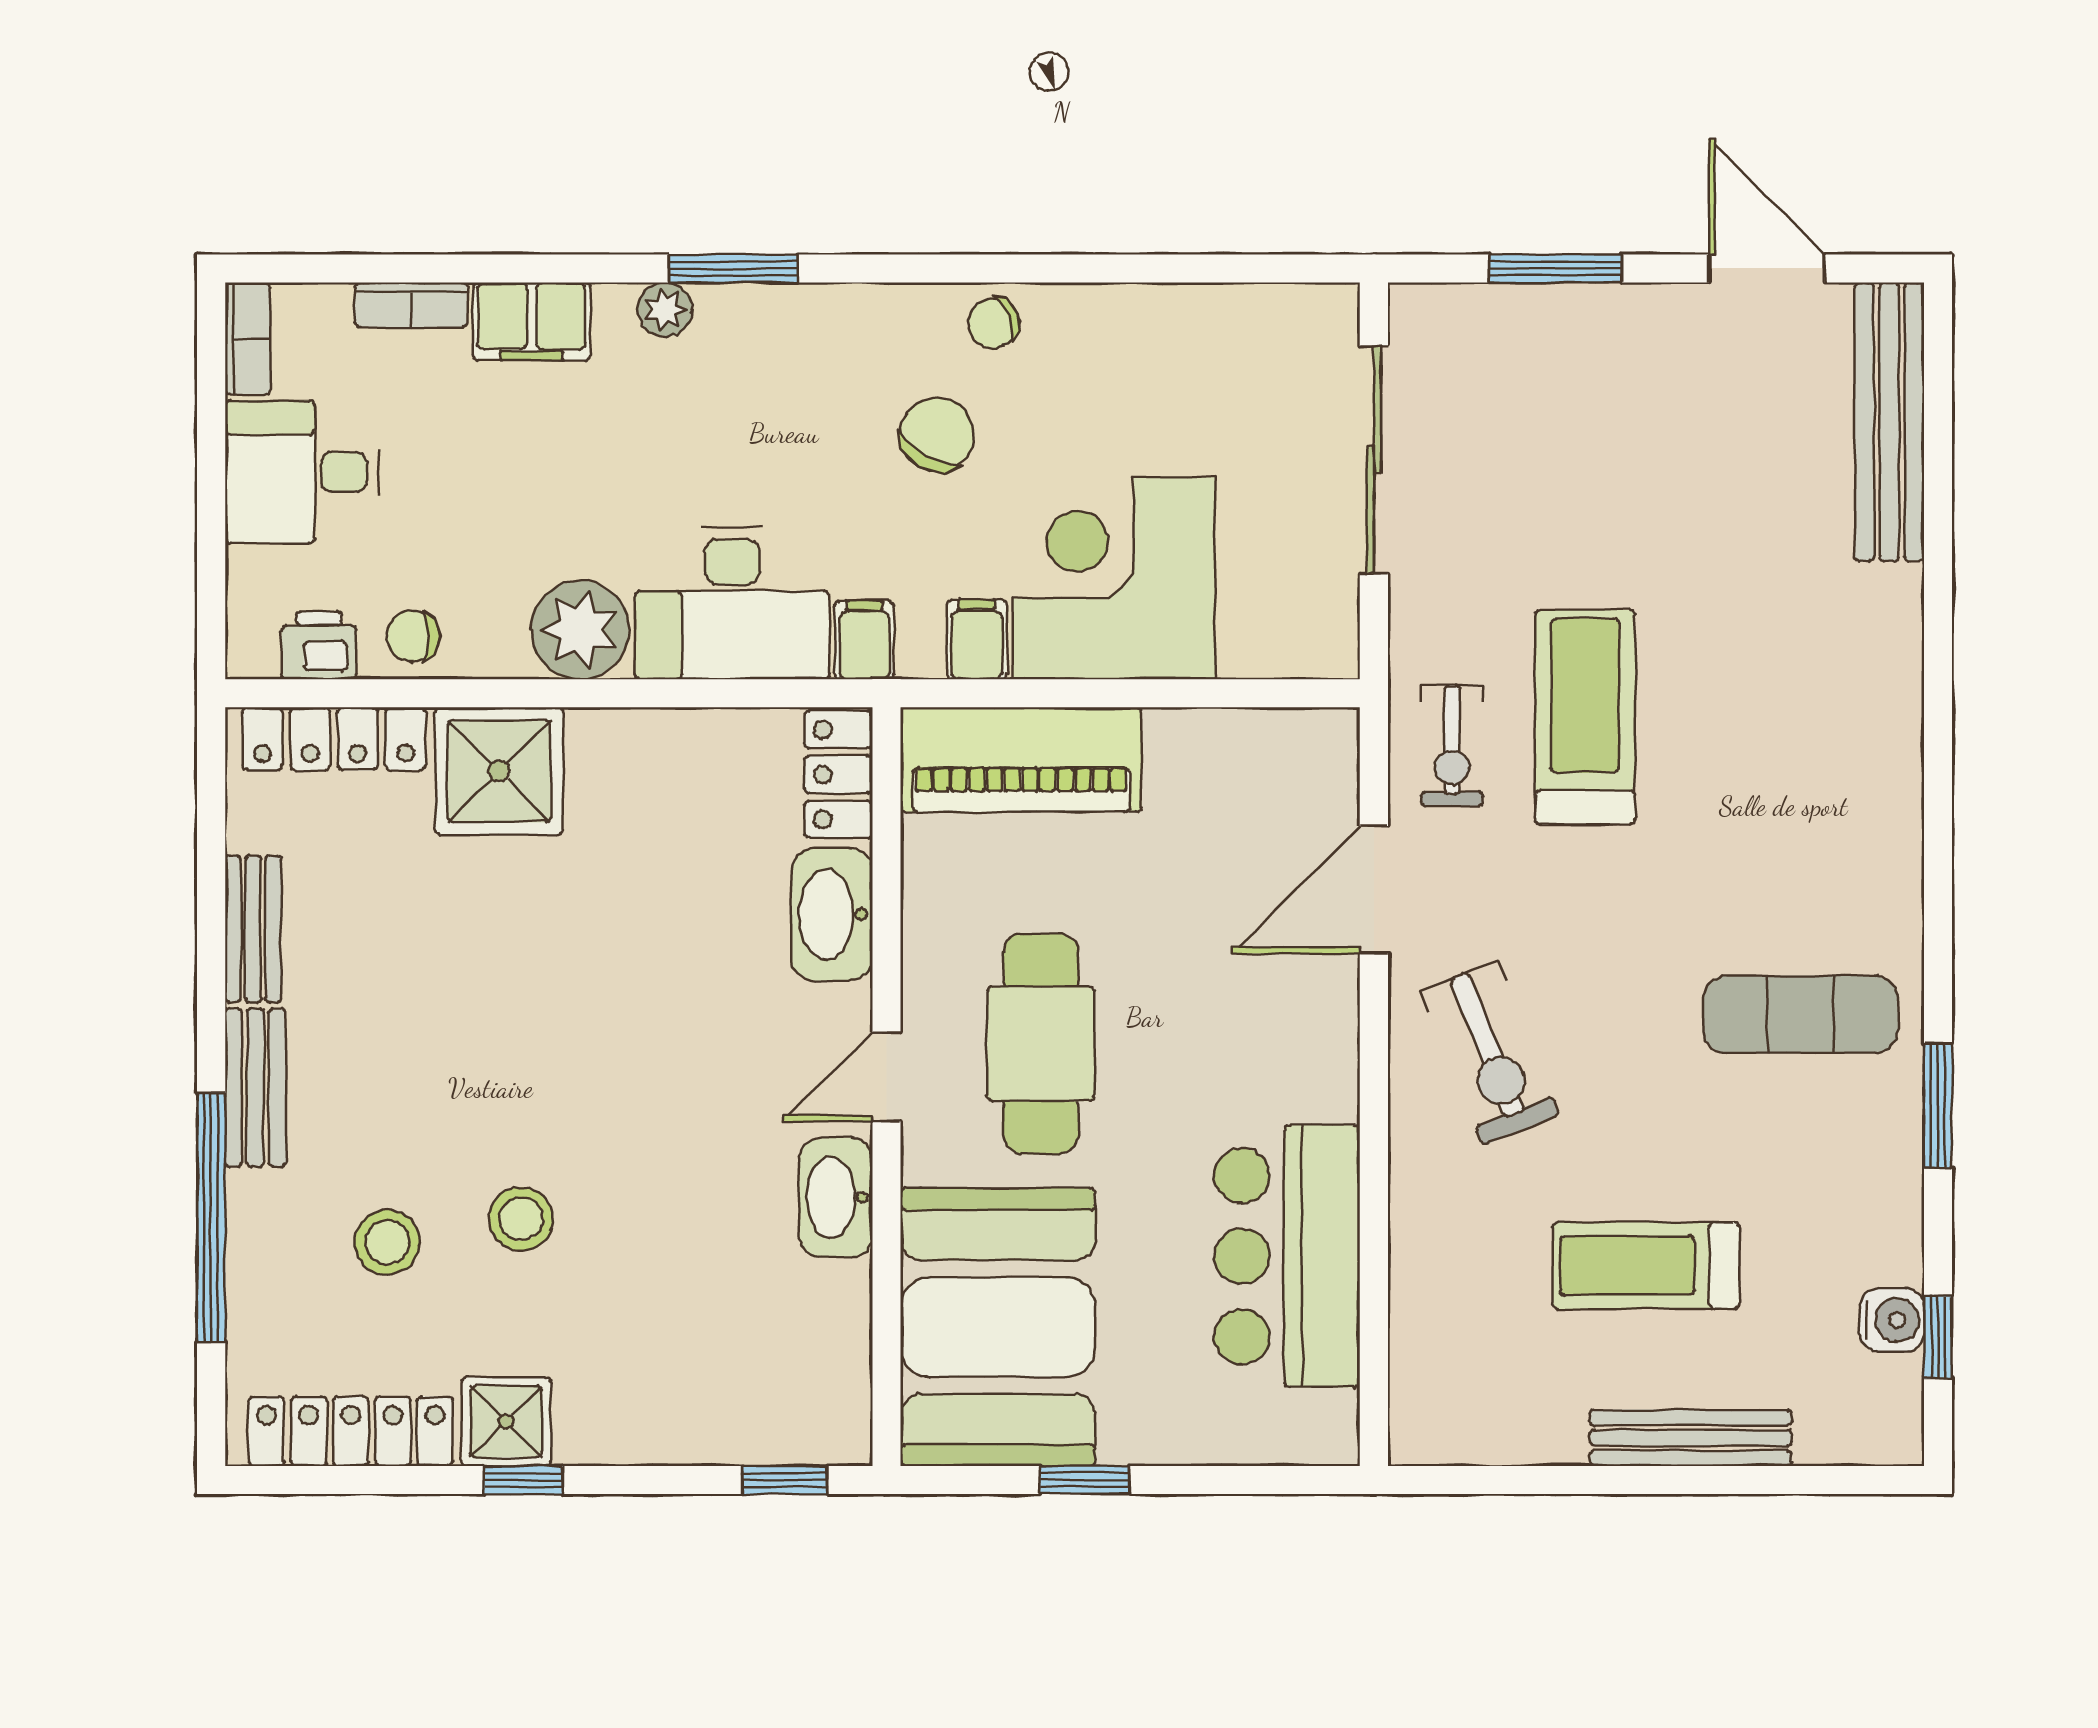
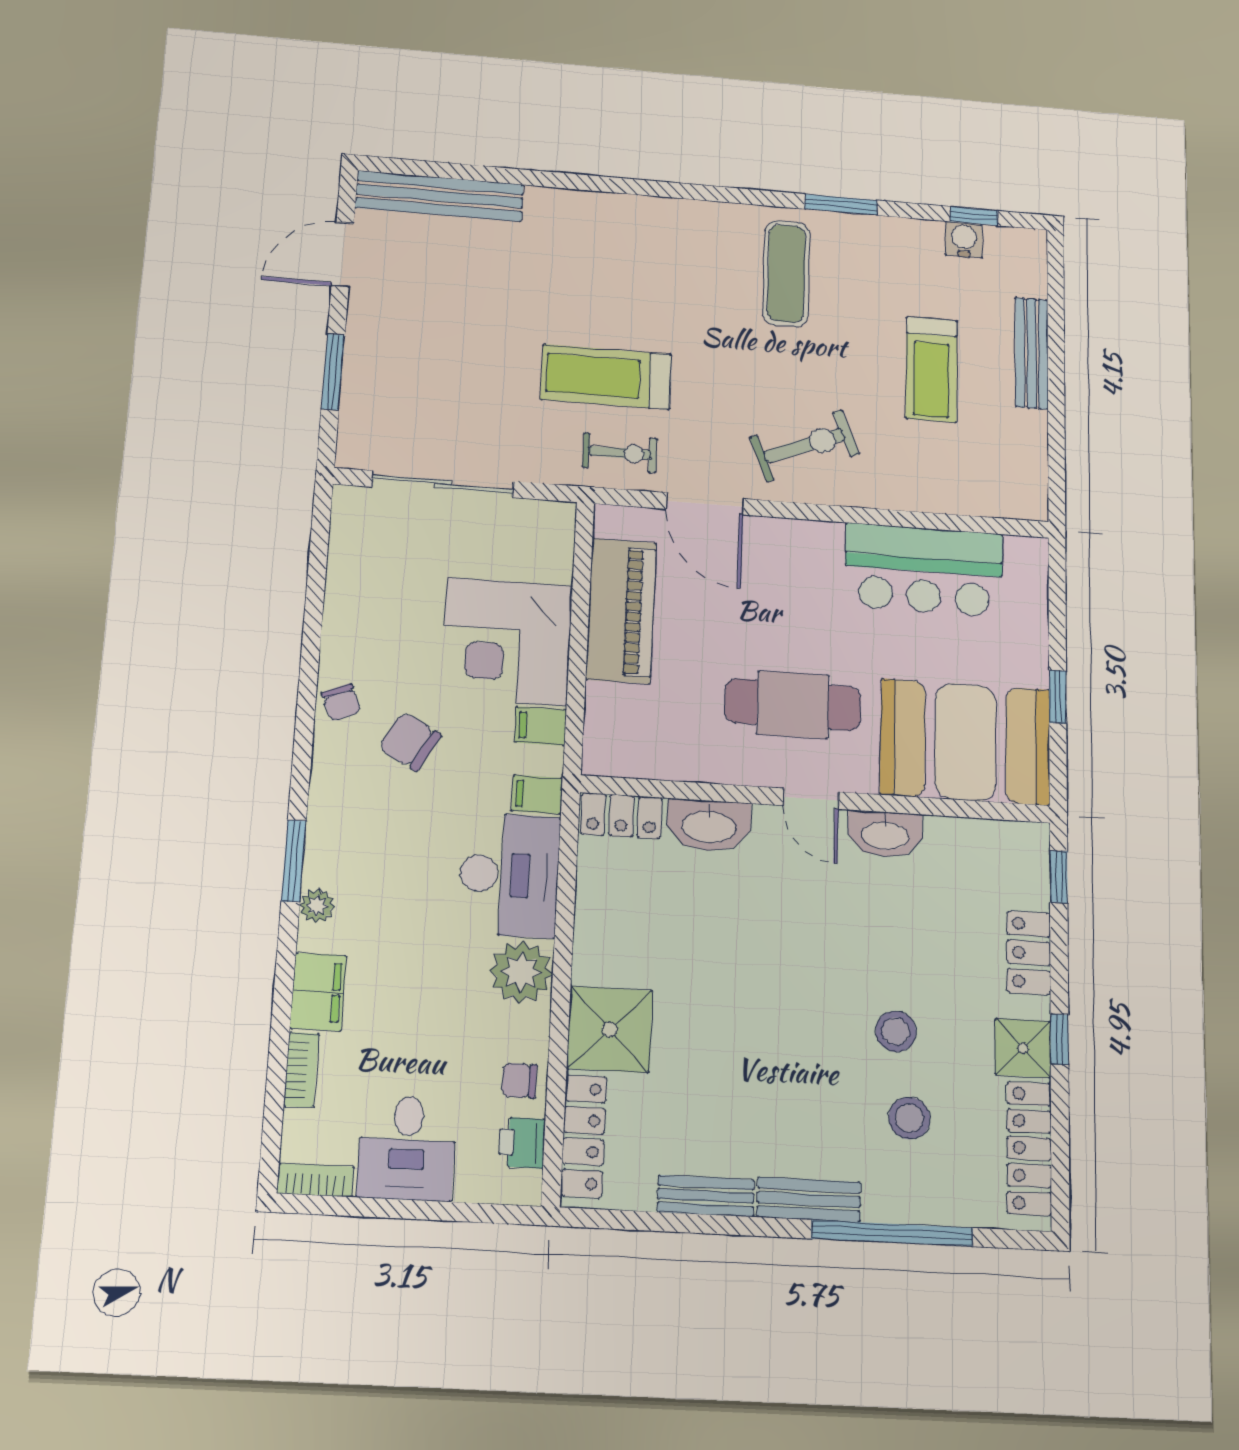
chair: (413, 636) -> (519, 1081), turned 90
piano: (1021, 760) -> (621, 611), moved
locker: (658, 1431) -> (1029, 953), added

